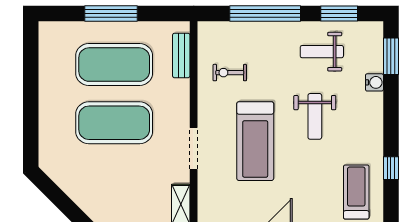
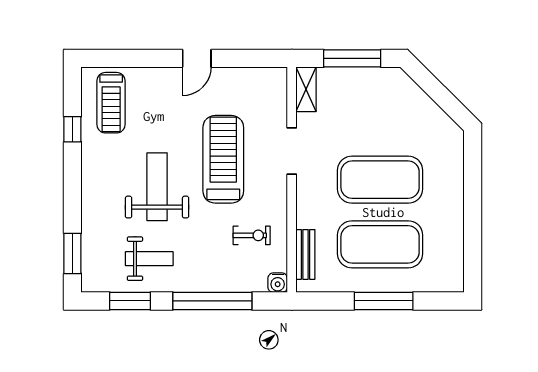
water cooler: (374, 82) -> (278, 283), moved, turned -90
weight bench: (315, 116) -> (157, 187), width x1.36, depth x1.33

